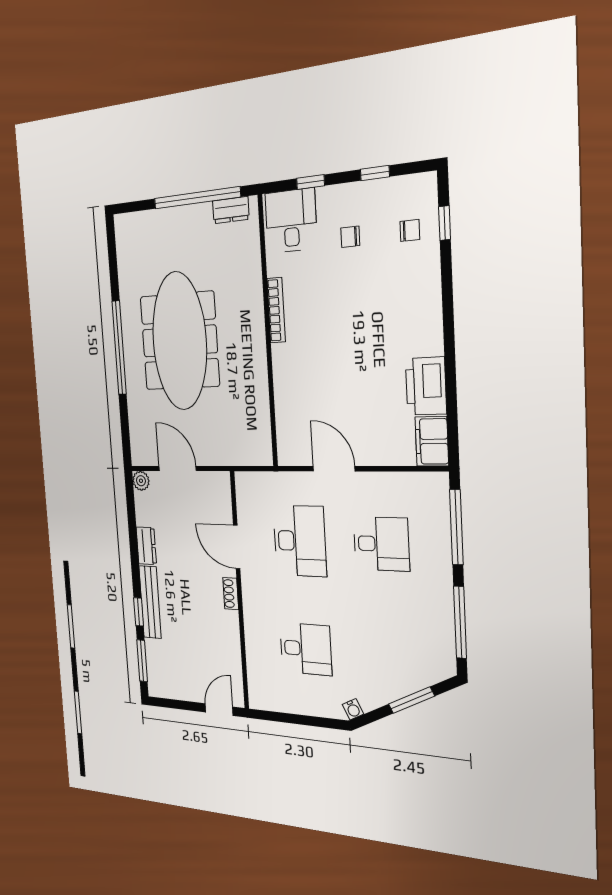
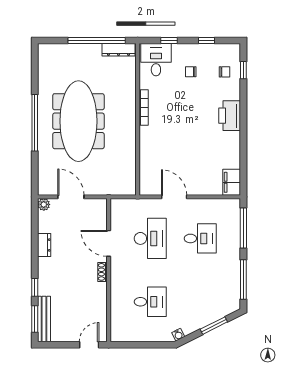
dresser: (231, 210) -> (118, 50), width x1.44
printer: (426, 386) -> (230, 116), moved
bench: (150, 602) -> (44, 319), moved

